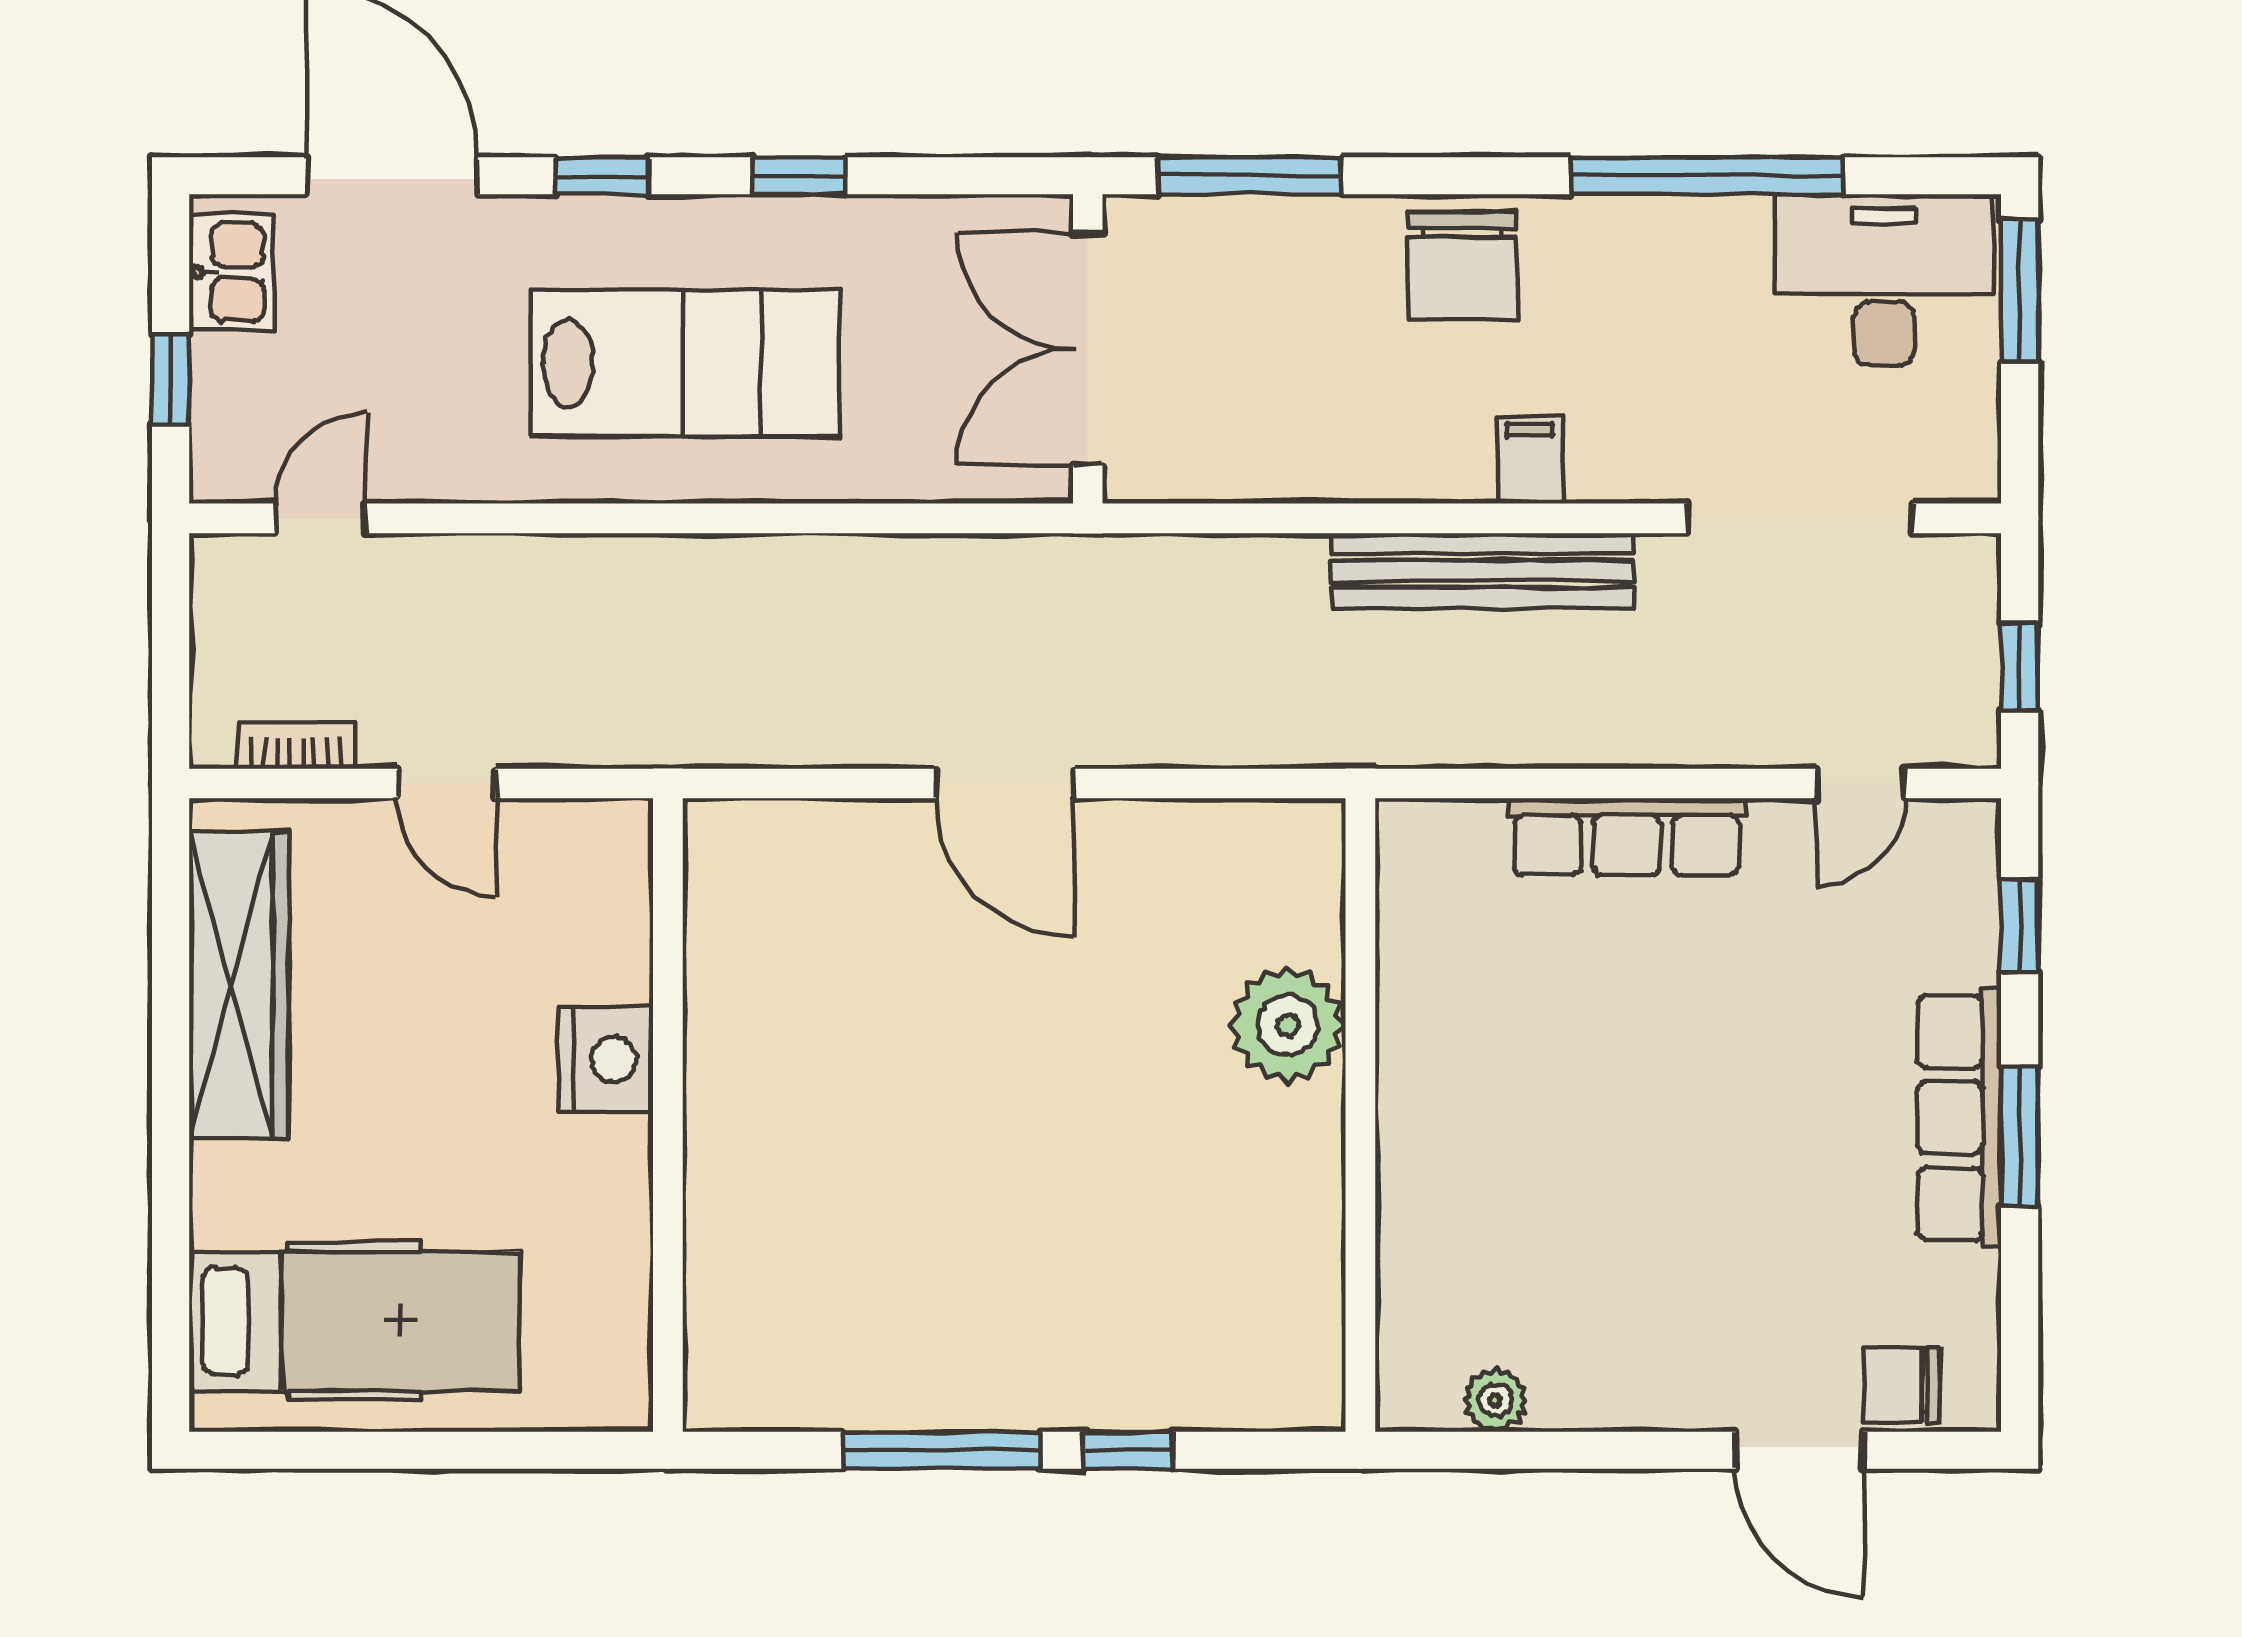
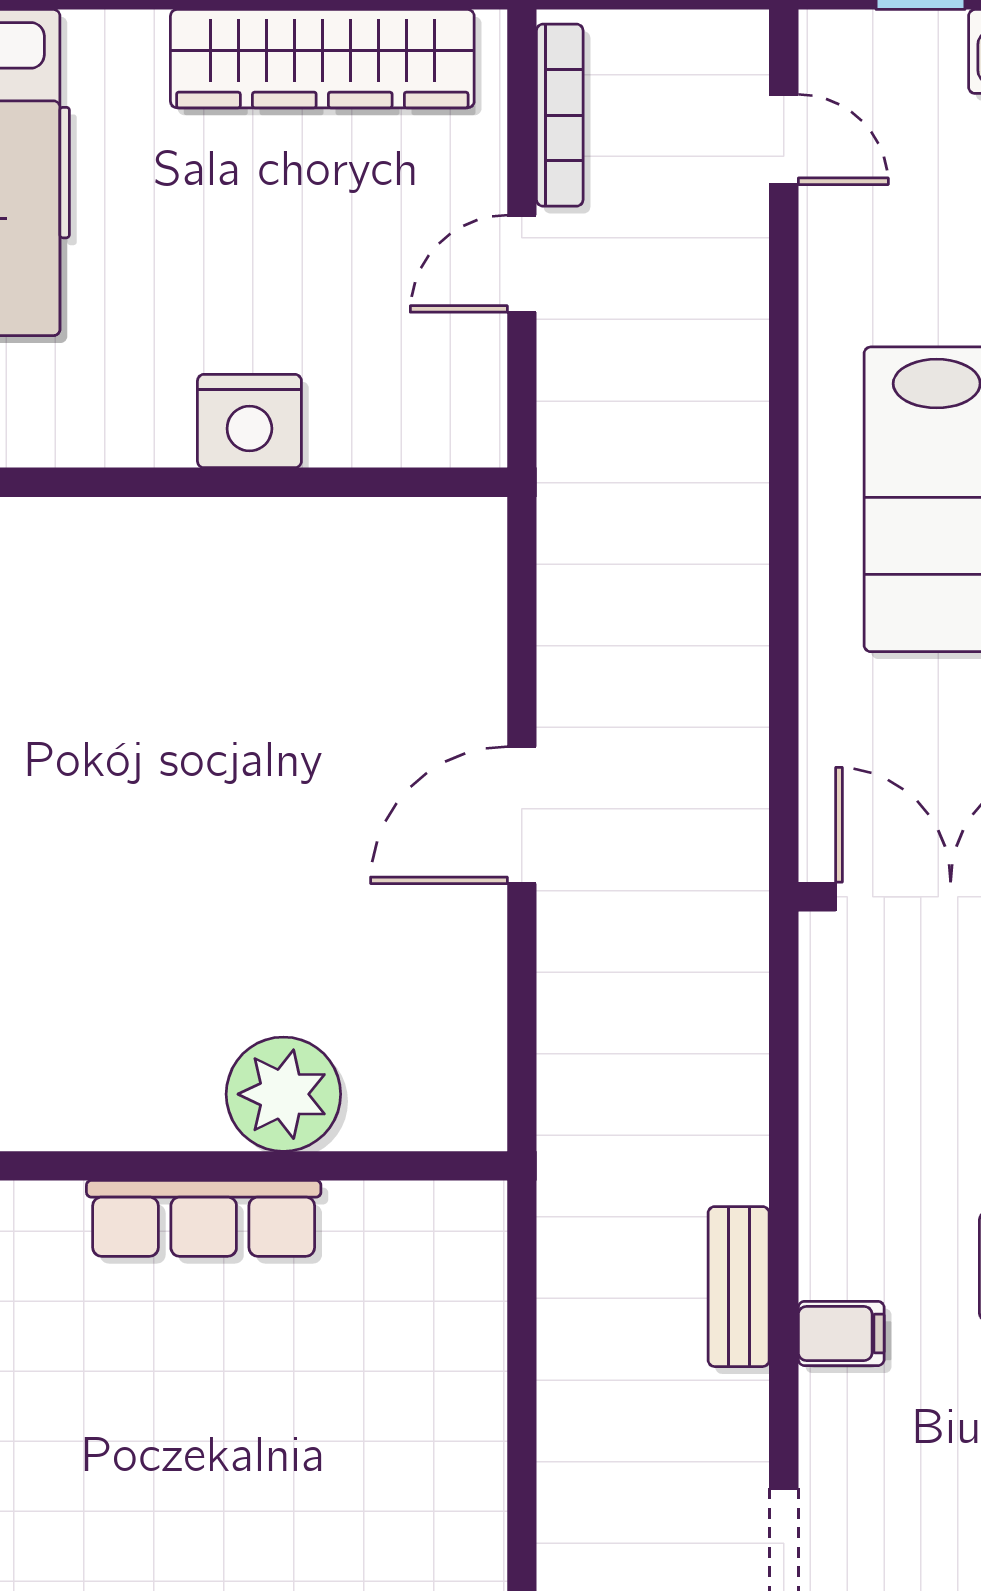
bench: (1483, 571) -> (739, 1287), width x0.54, depth x0.82
bookcase: (296, 745) -> (560, 115), width x1.56
row of seats: (1627, 837) -> (204, 1218), moved, turned -90

